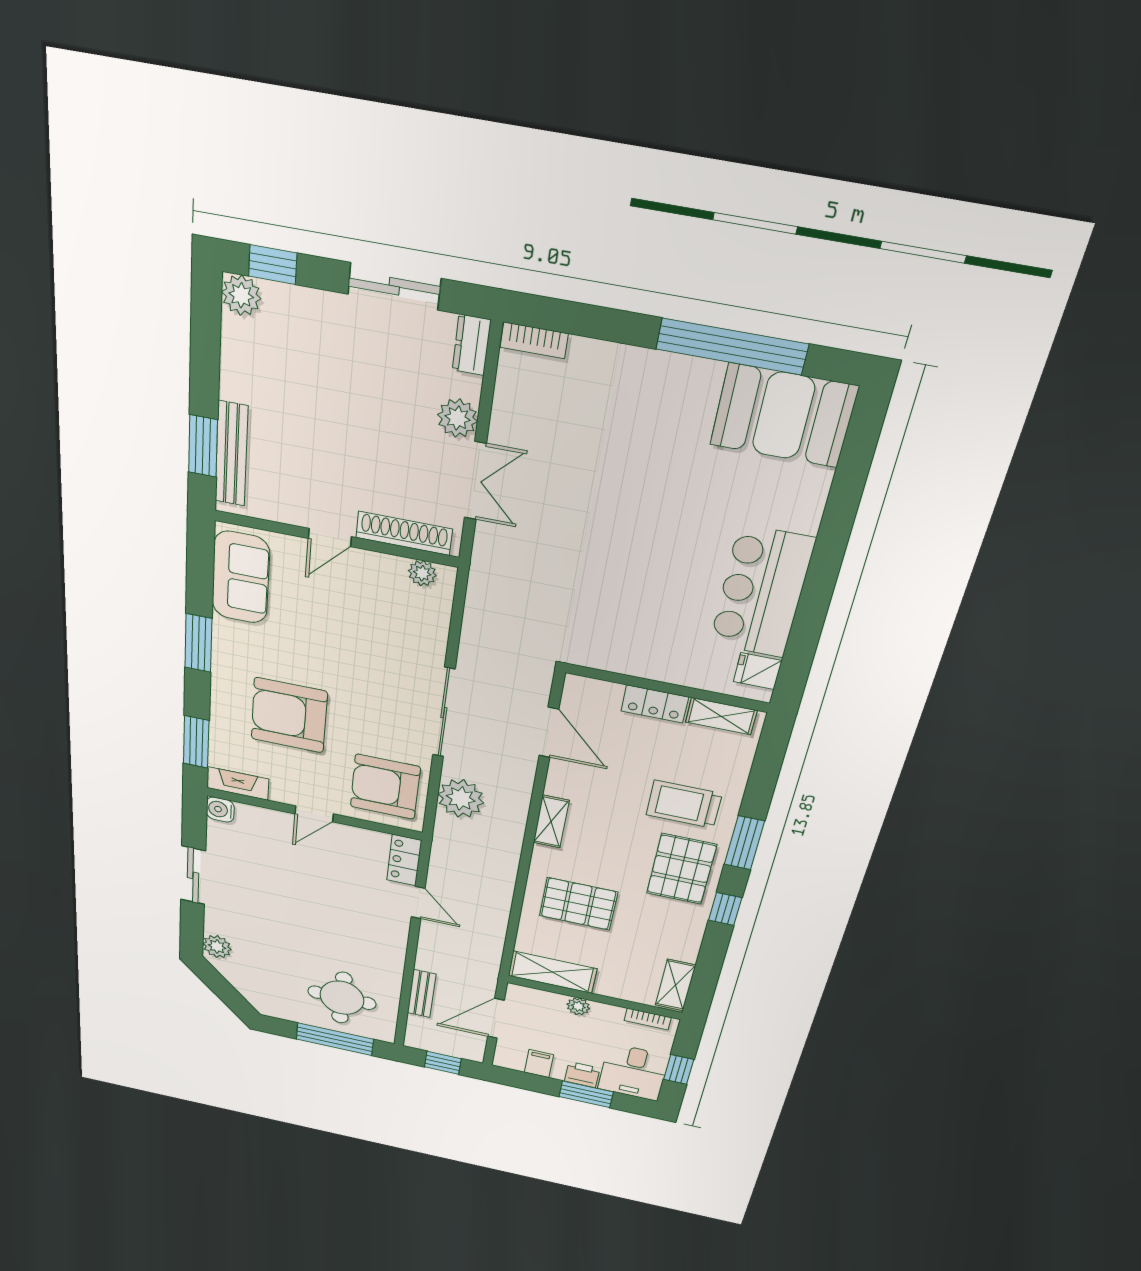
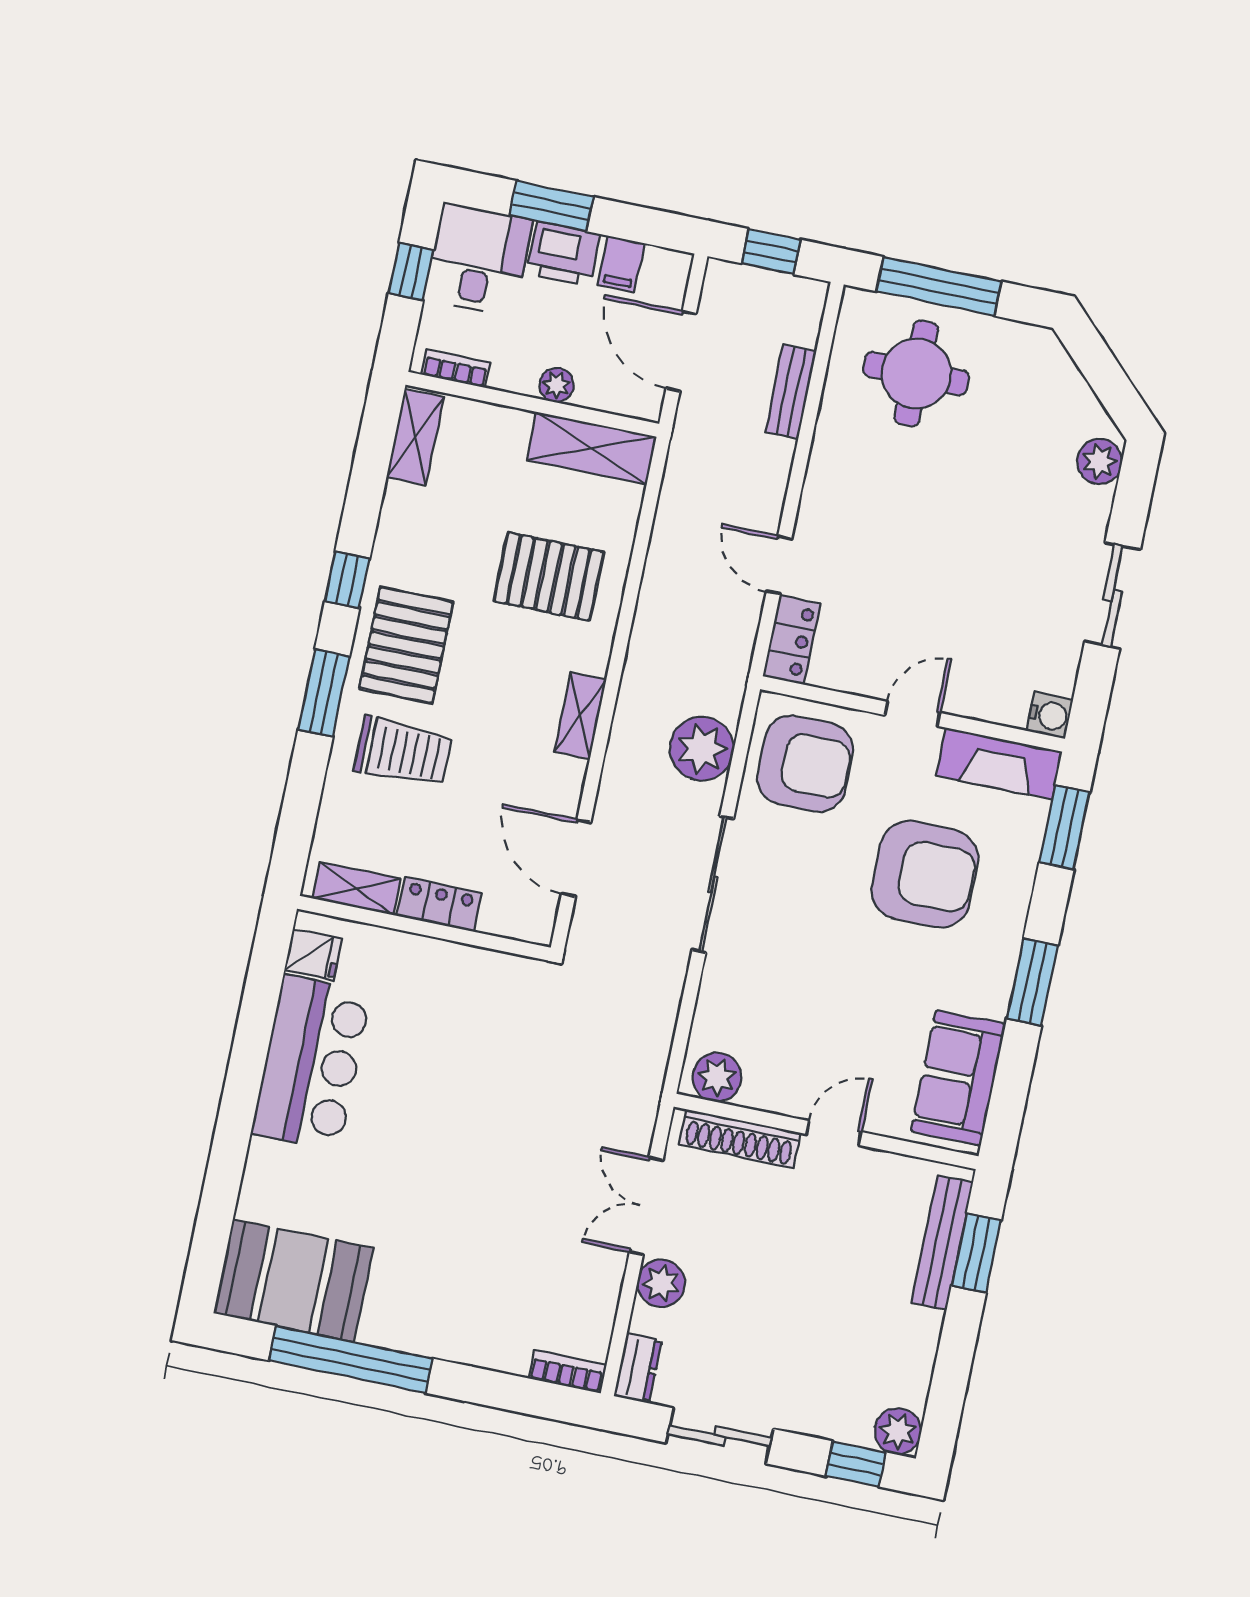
plant: (422, 573) -> (717, 1077), width x1.38, depth x1.38
fireplace: (238, 783) -> (999, 764), width x1.37, depth x1.32
door: (496, 1018) -> (681, 351), swing flipped
printer: (582, 1075) -> (563, 254), width x1.36, depth x1.24

